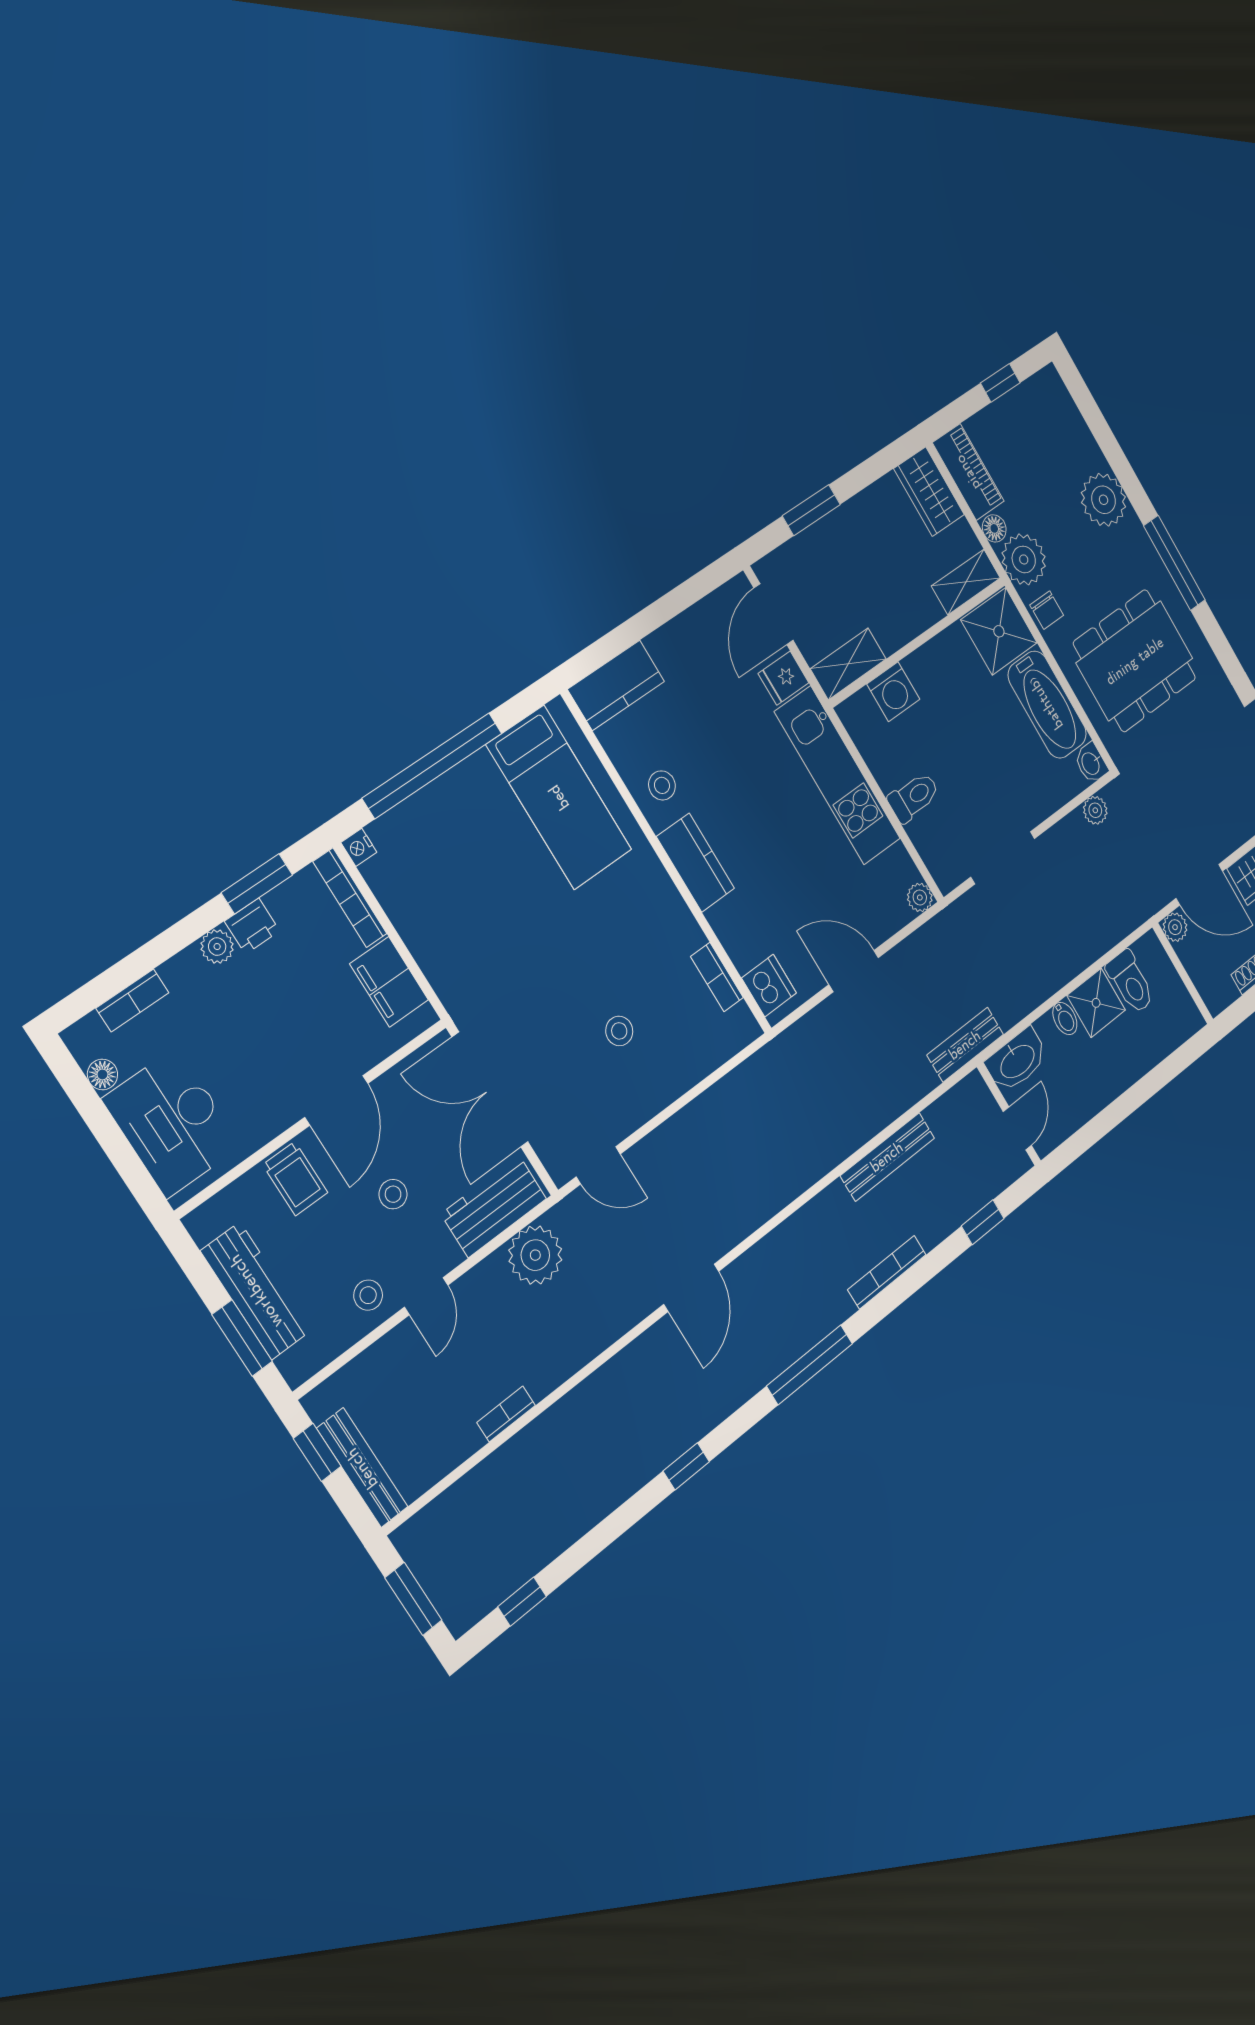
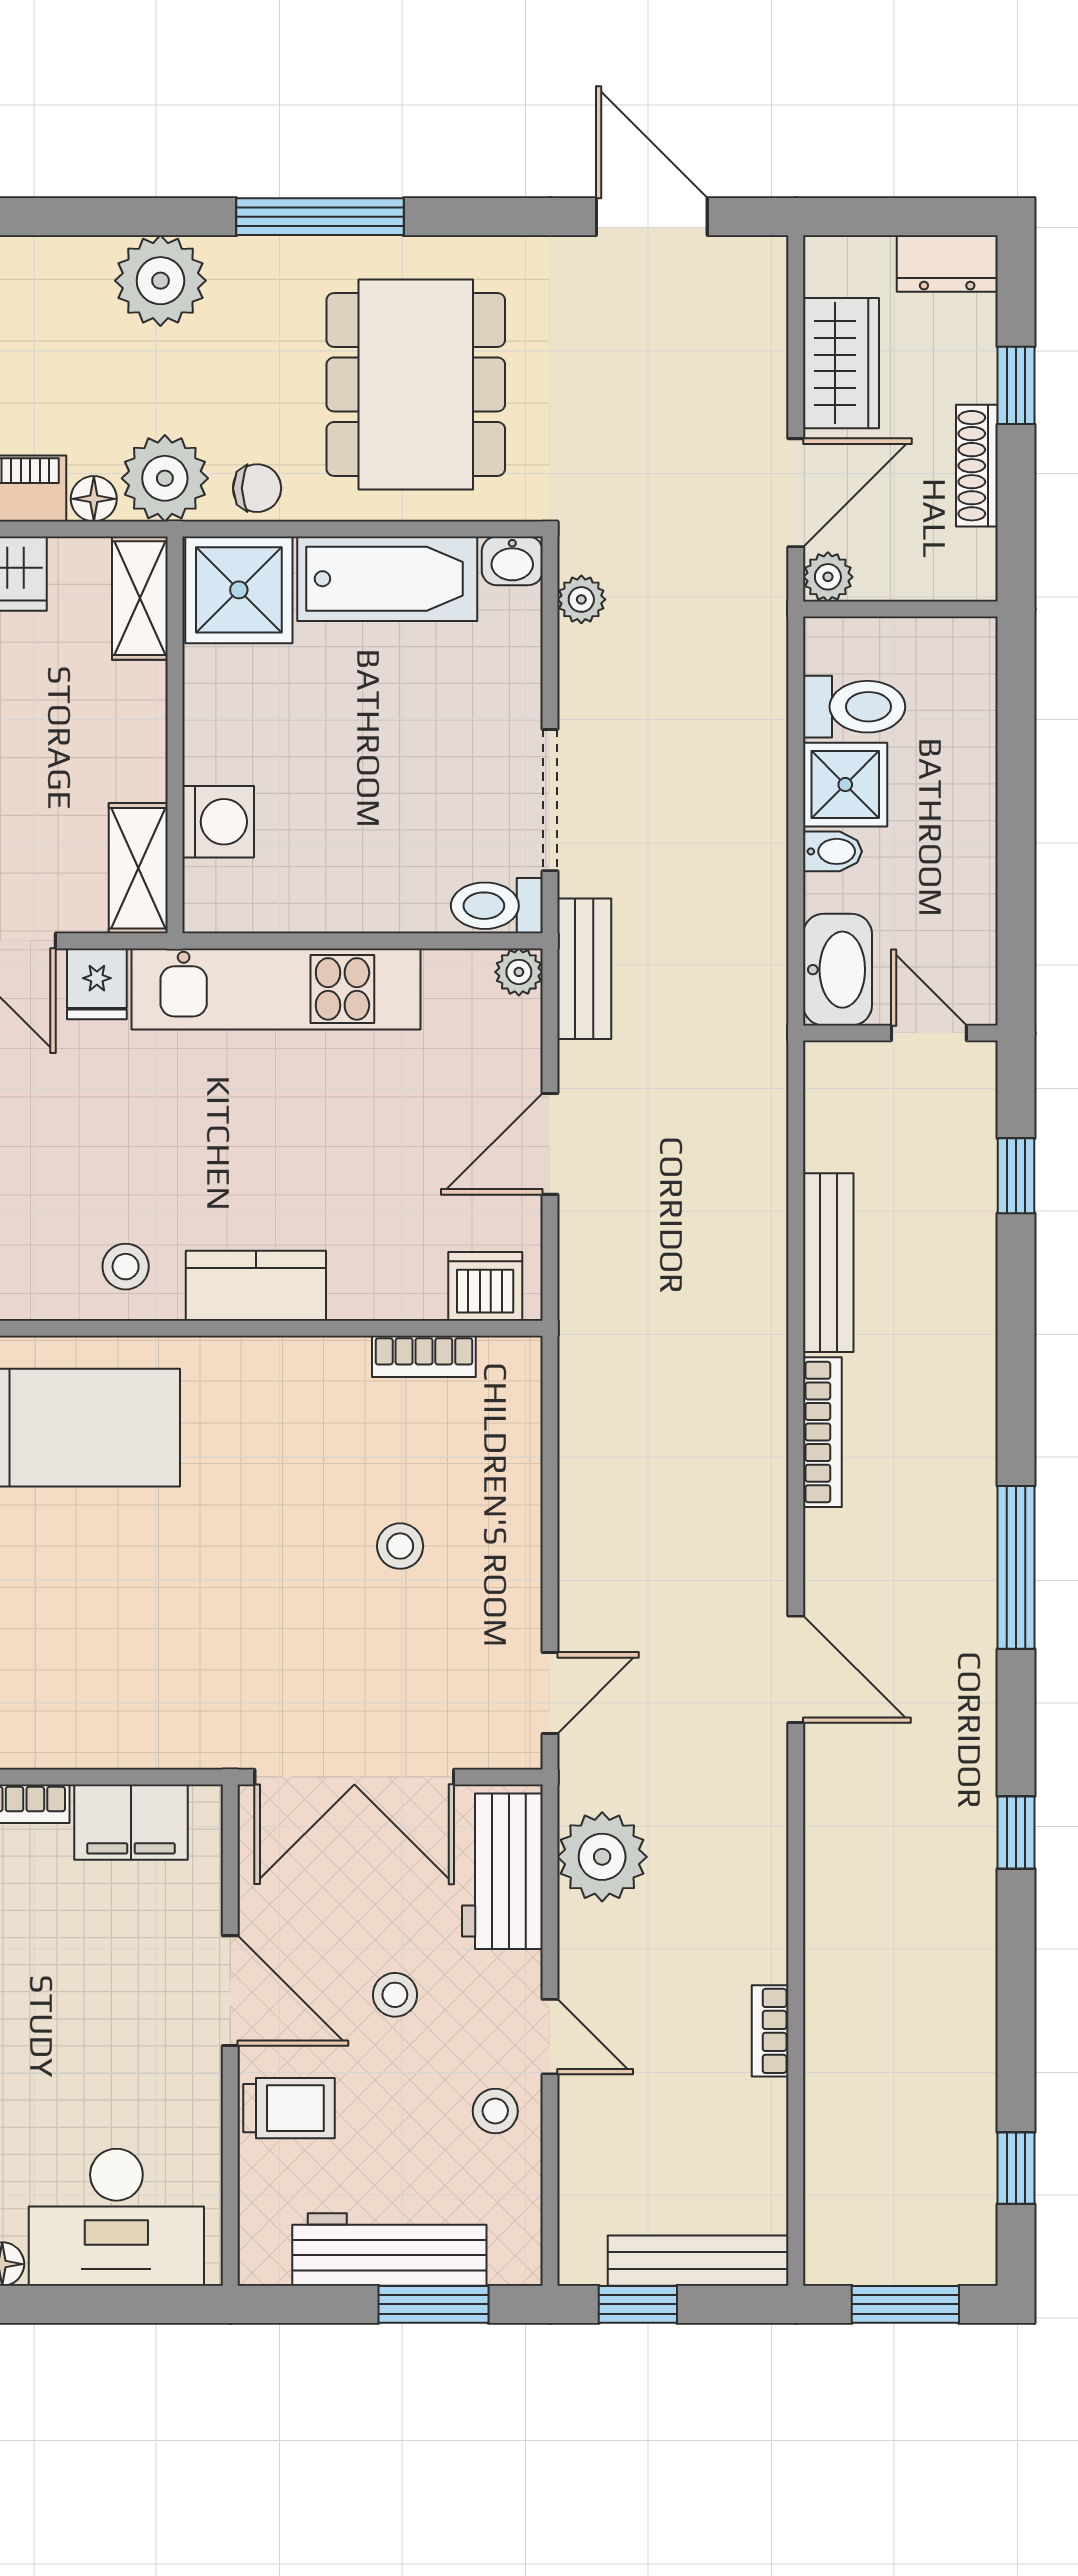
toilet: (914, 797) -> (497, 906), moved, turned -90
bench: (965, 1045) -> (584, 969), moved
bookcase: (887, 1272) -> (822, 1432), moved, turned 180

